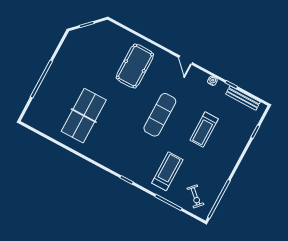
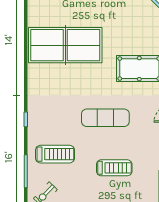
table tennis table: (84, 116) -> (65, 45), width x1.36, depth x1.32
treadmill: (204, 129) -> (114, 168), turned 180

